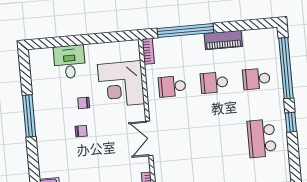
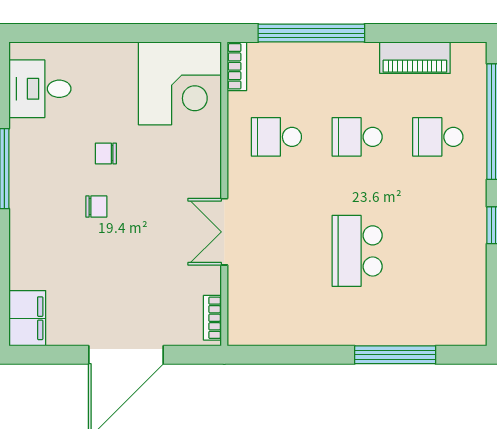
piano: (223, 40) -> (415, 58), moved
desk: (70, 62) -> (40, 89), moved, turned -90
corner desk: (121, 84) -> (180, 83), moved, turned -90
school desk: (262, 138) -> (357, 251), moved

